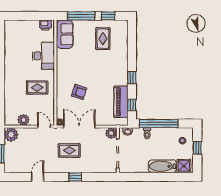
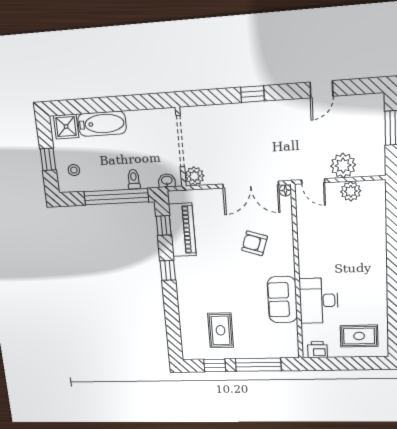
sofa: (65, 34) -> (282, 300), moved
rug: (37, 87) -> (359, 336), moved
plant: (11, 135) -> (343, 165), moved
rug: (69, 150) -> (266, 141), removed

